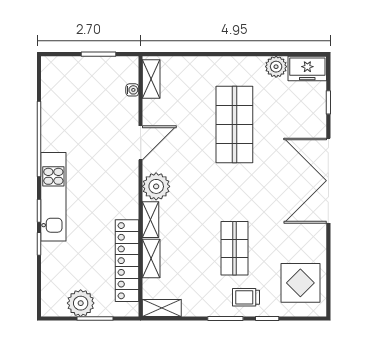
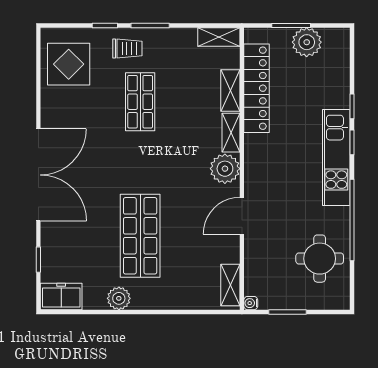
plant: (276, 67) -> (119, 298), moved
water cooler: (132, 90) -> (251, 303), moved
round table: (69, 103) -> (320, 259), added

